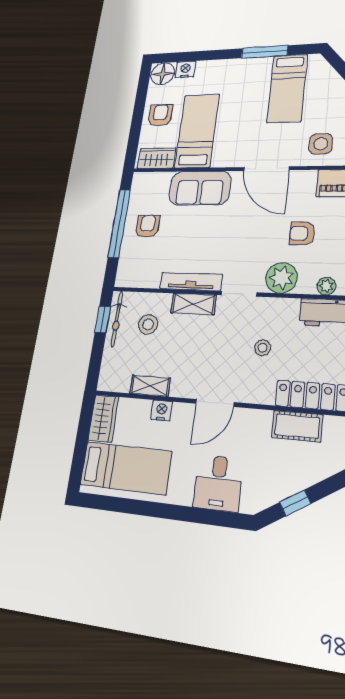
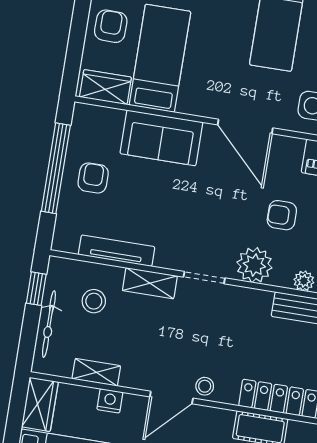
tv unit: (191, 281) -> (117, 251), moved
bicycle: (117, 319) -> (49, 324), moved
stool: (263, 348) -> (205, 386), moved

